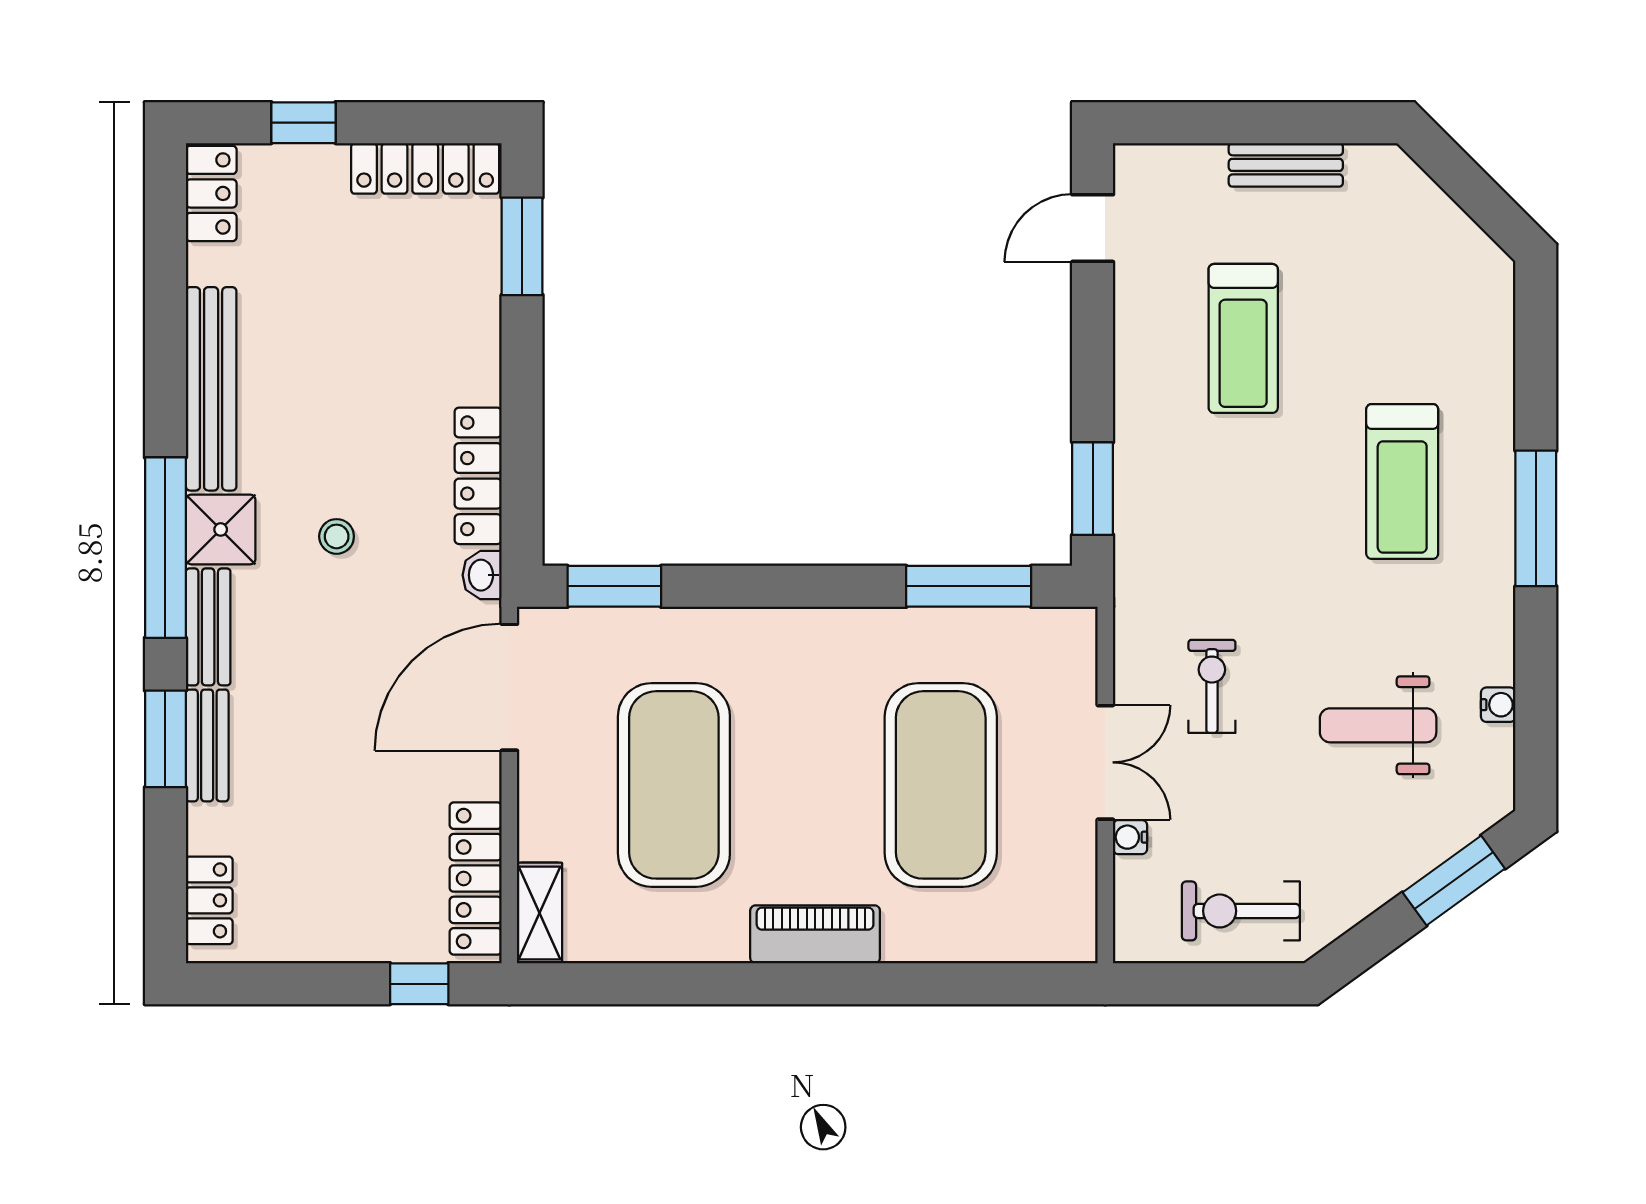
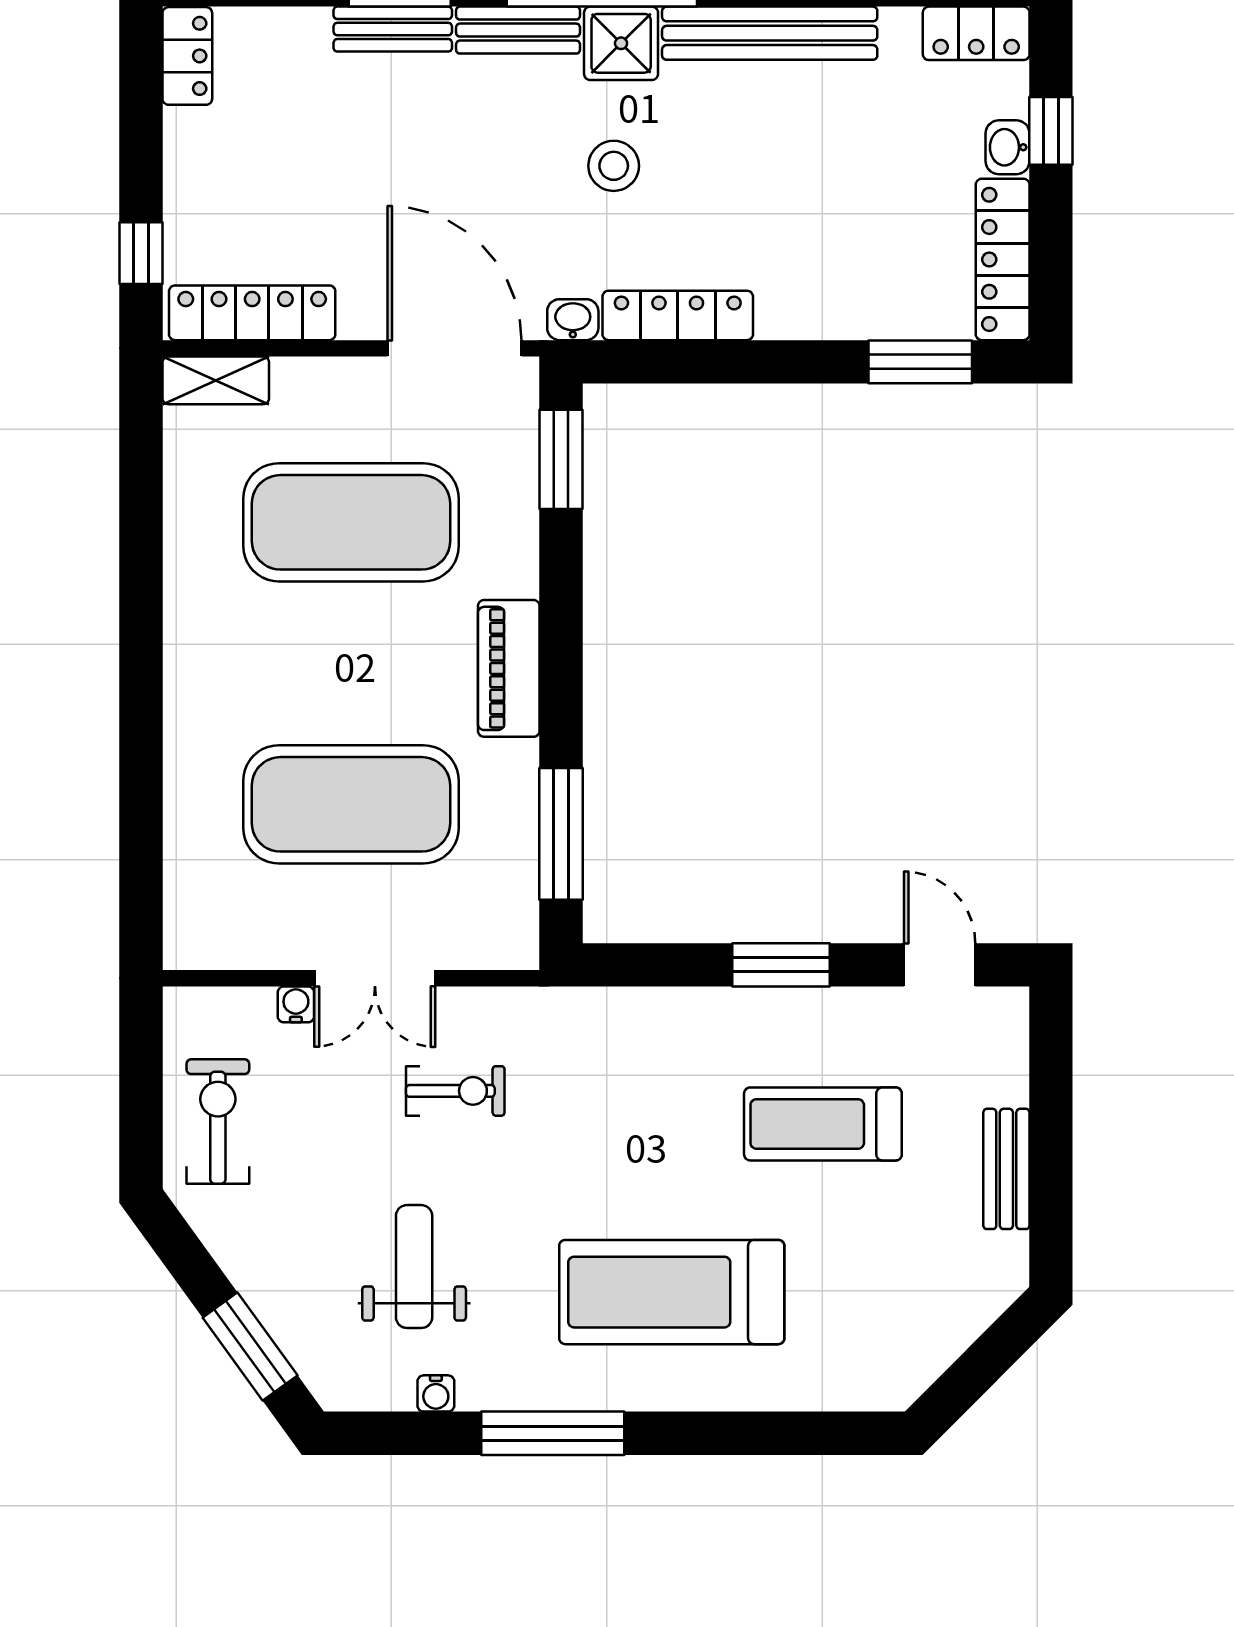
washbasin: (319, 164) -> (1008, 147), added
treadmill: (1402, 481) -> (672, 1292), width x1.37, depth x1.38
window: (1093, 489) -> (781, 965), moved
window: (1536, 518) -> (553, 1433), moved
stool: (337, 536) -> (614, 166), width x1.37, depth x1.37
locker: (209, 900) -> (187, 56), moved, turned -90
piano: (815, 934) -> (509, 668), moved, turned 180

